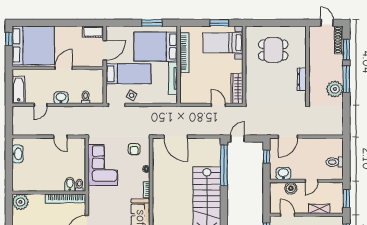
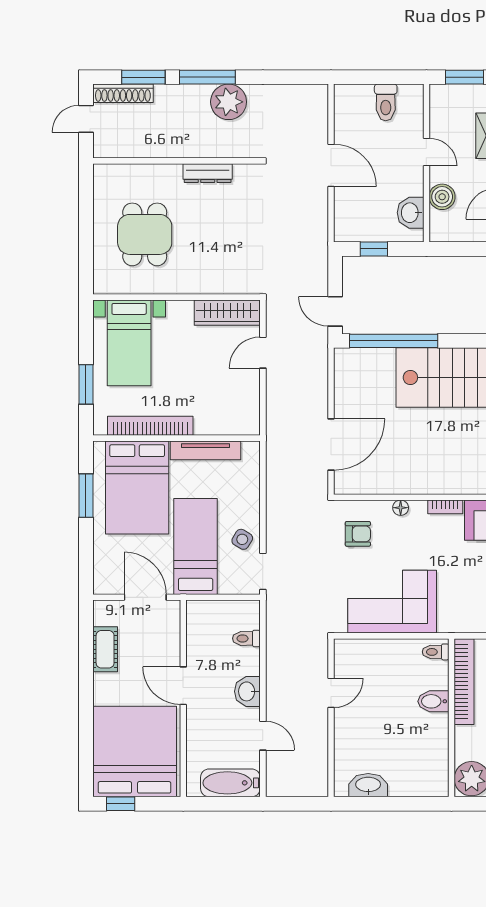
window: (219, 23) -> (86, 384), moved
cot: (93, 32) -> (105, 649), moved
door: (288, 137) -> (331, 165), moved
bidet: (70, 184) -> (433, 701), moved

